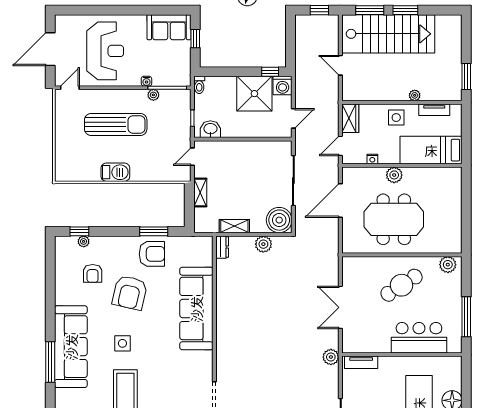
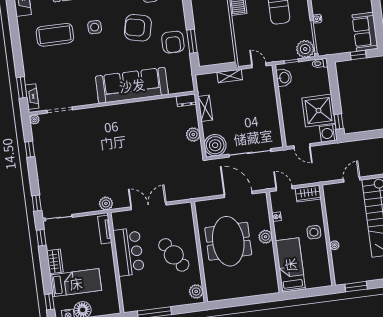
plant: (153, 95) -> (305, 49), moved, width x1.88, depth x1.88
tv unit: (434, 110) -> (325, 263), removed
bar counter: (419, 338) -> (129, 252), moved

